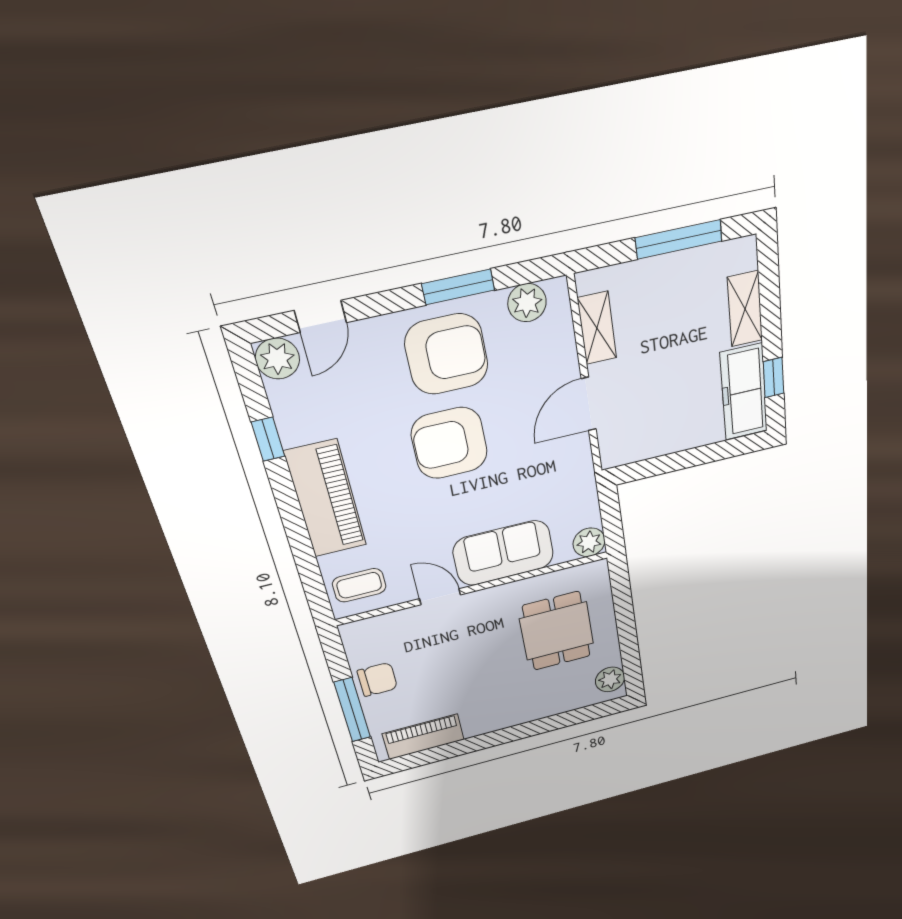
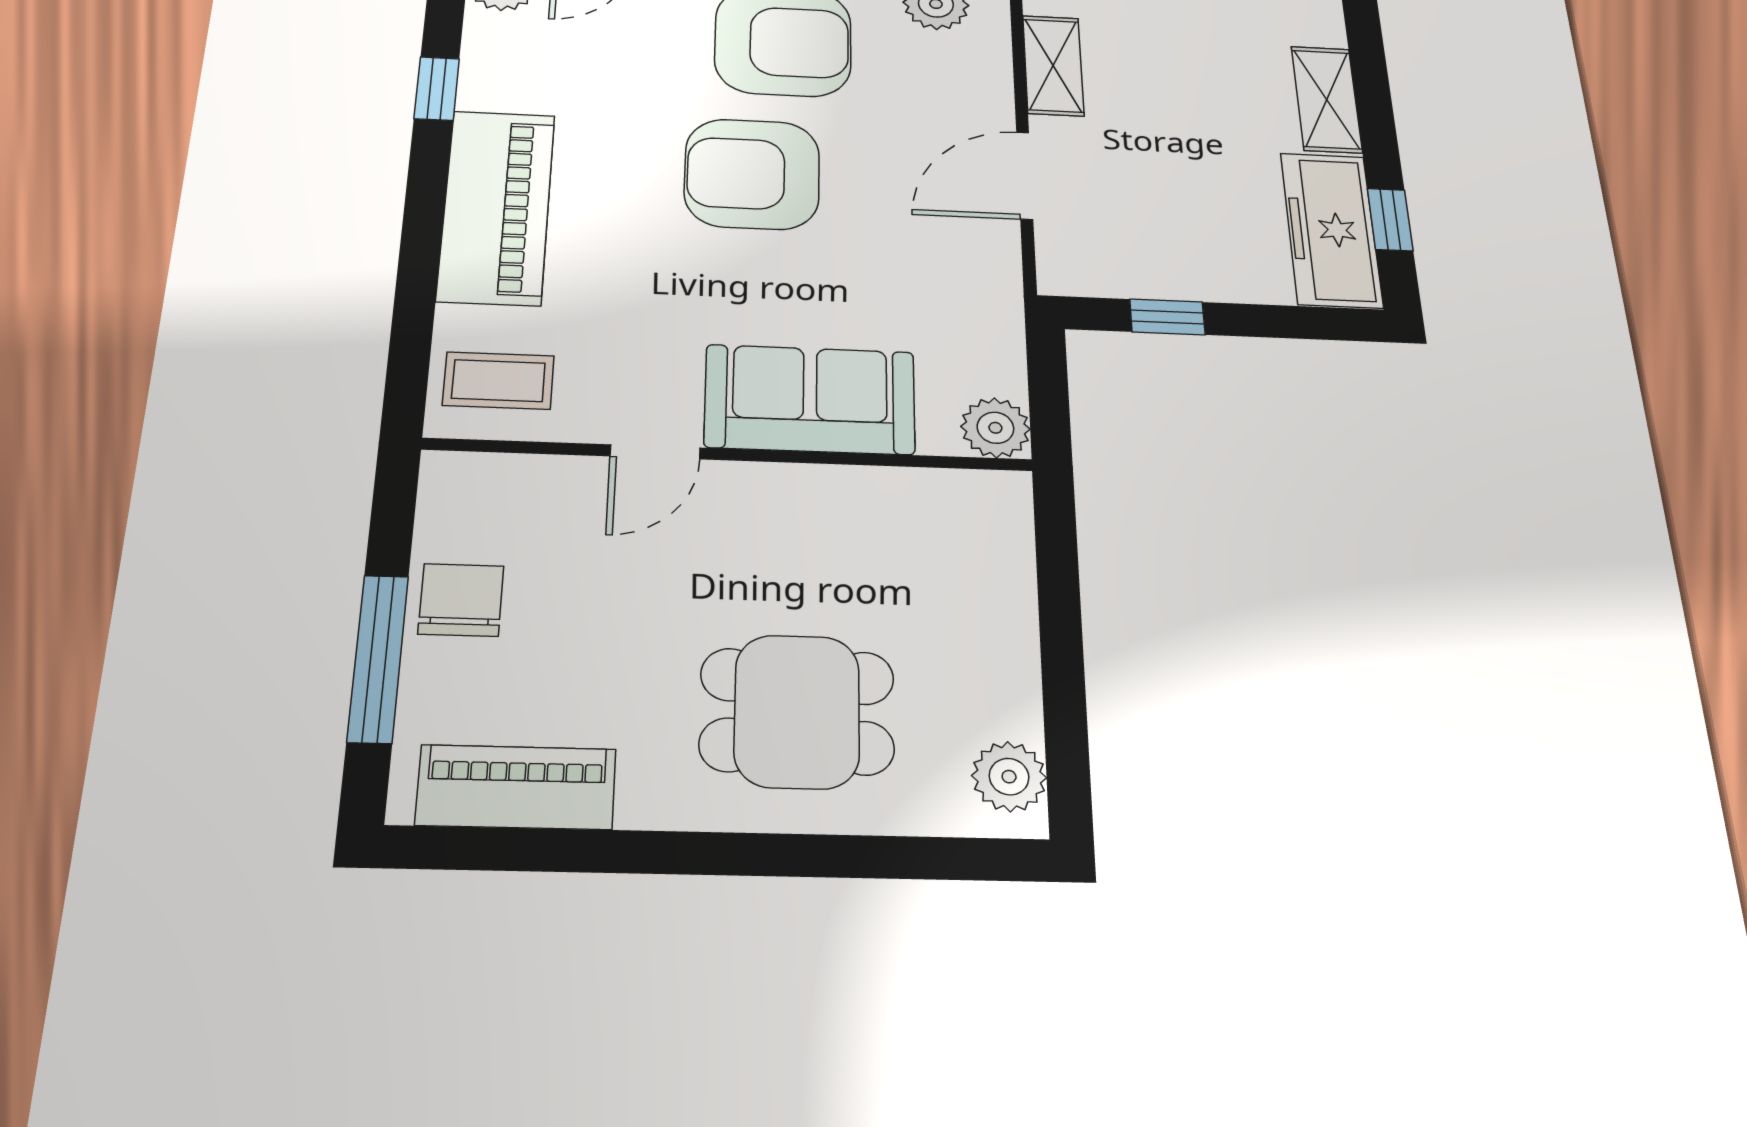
window: (664, 464) -> (1167, 317), added
door: (440, 597) -> (655, 452), swing flipped
dining table: (557, 631) -> (797, 711), moved, turned 90
chair: (377, 679) -> (461, 600), turned -90

